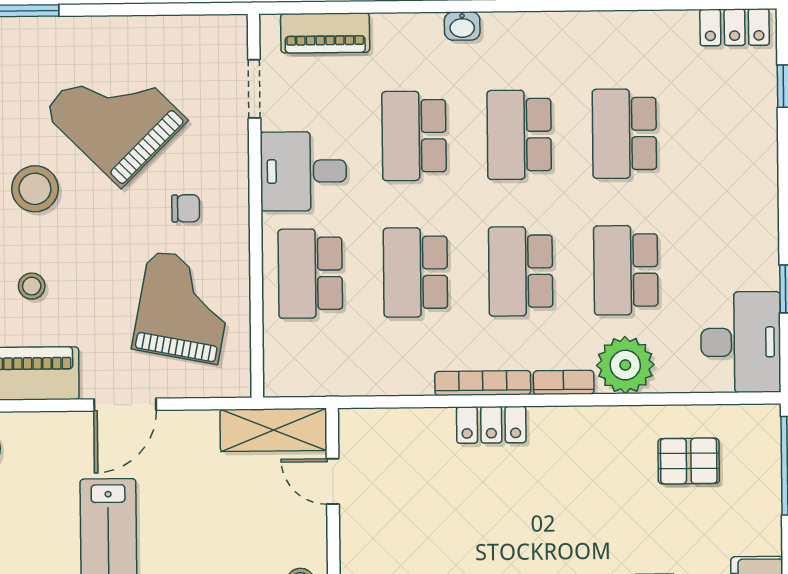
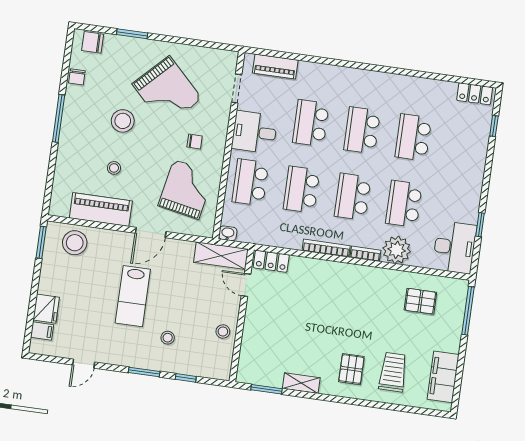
washbasin: (462, 26) -> (228, 233), moved, turned 180
grand piano: (115, 116) -> (167, 91), turned 180
locker: (491, 425) -> (271, 261), moved

